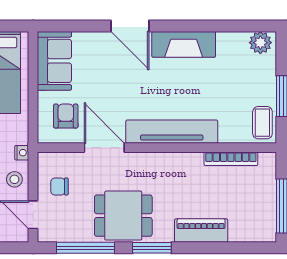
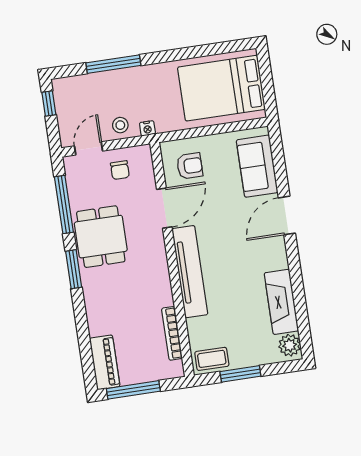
fireplace: (184, 44) -> (281, 302), moved
sofa: (54, 61) -> (257, 166), moved, turned 90
chair: (59, 186) -> (120, 170), turned 180
piano: (201, 231) -> (105, 362), moved

